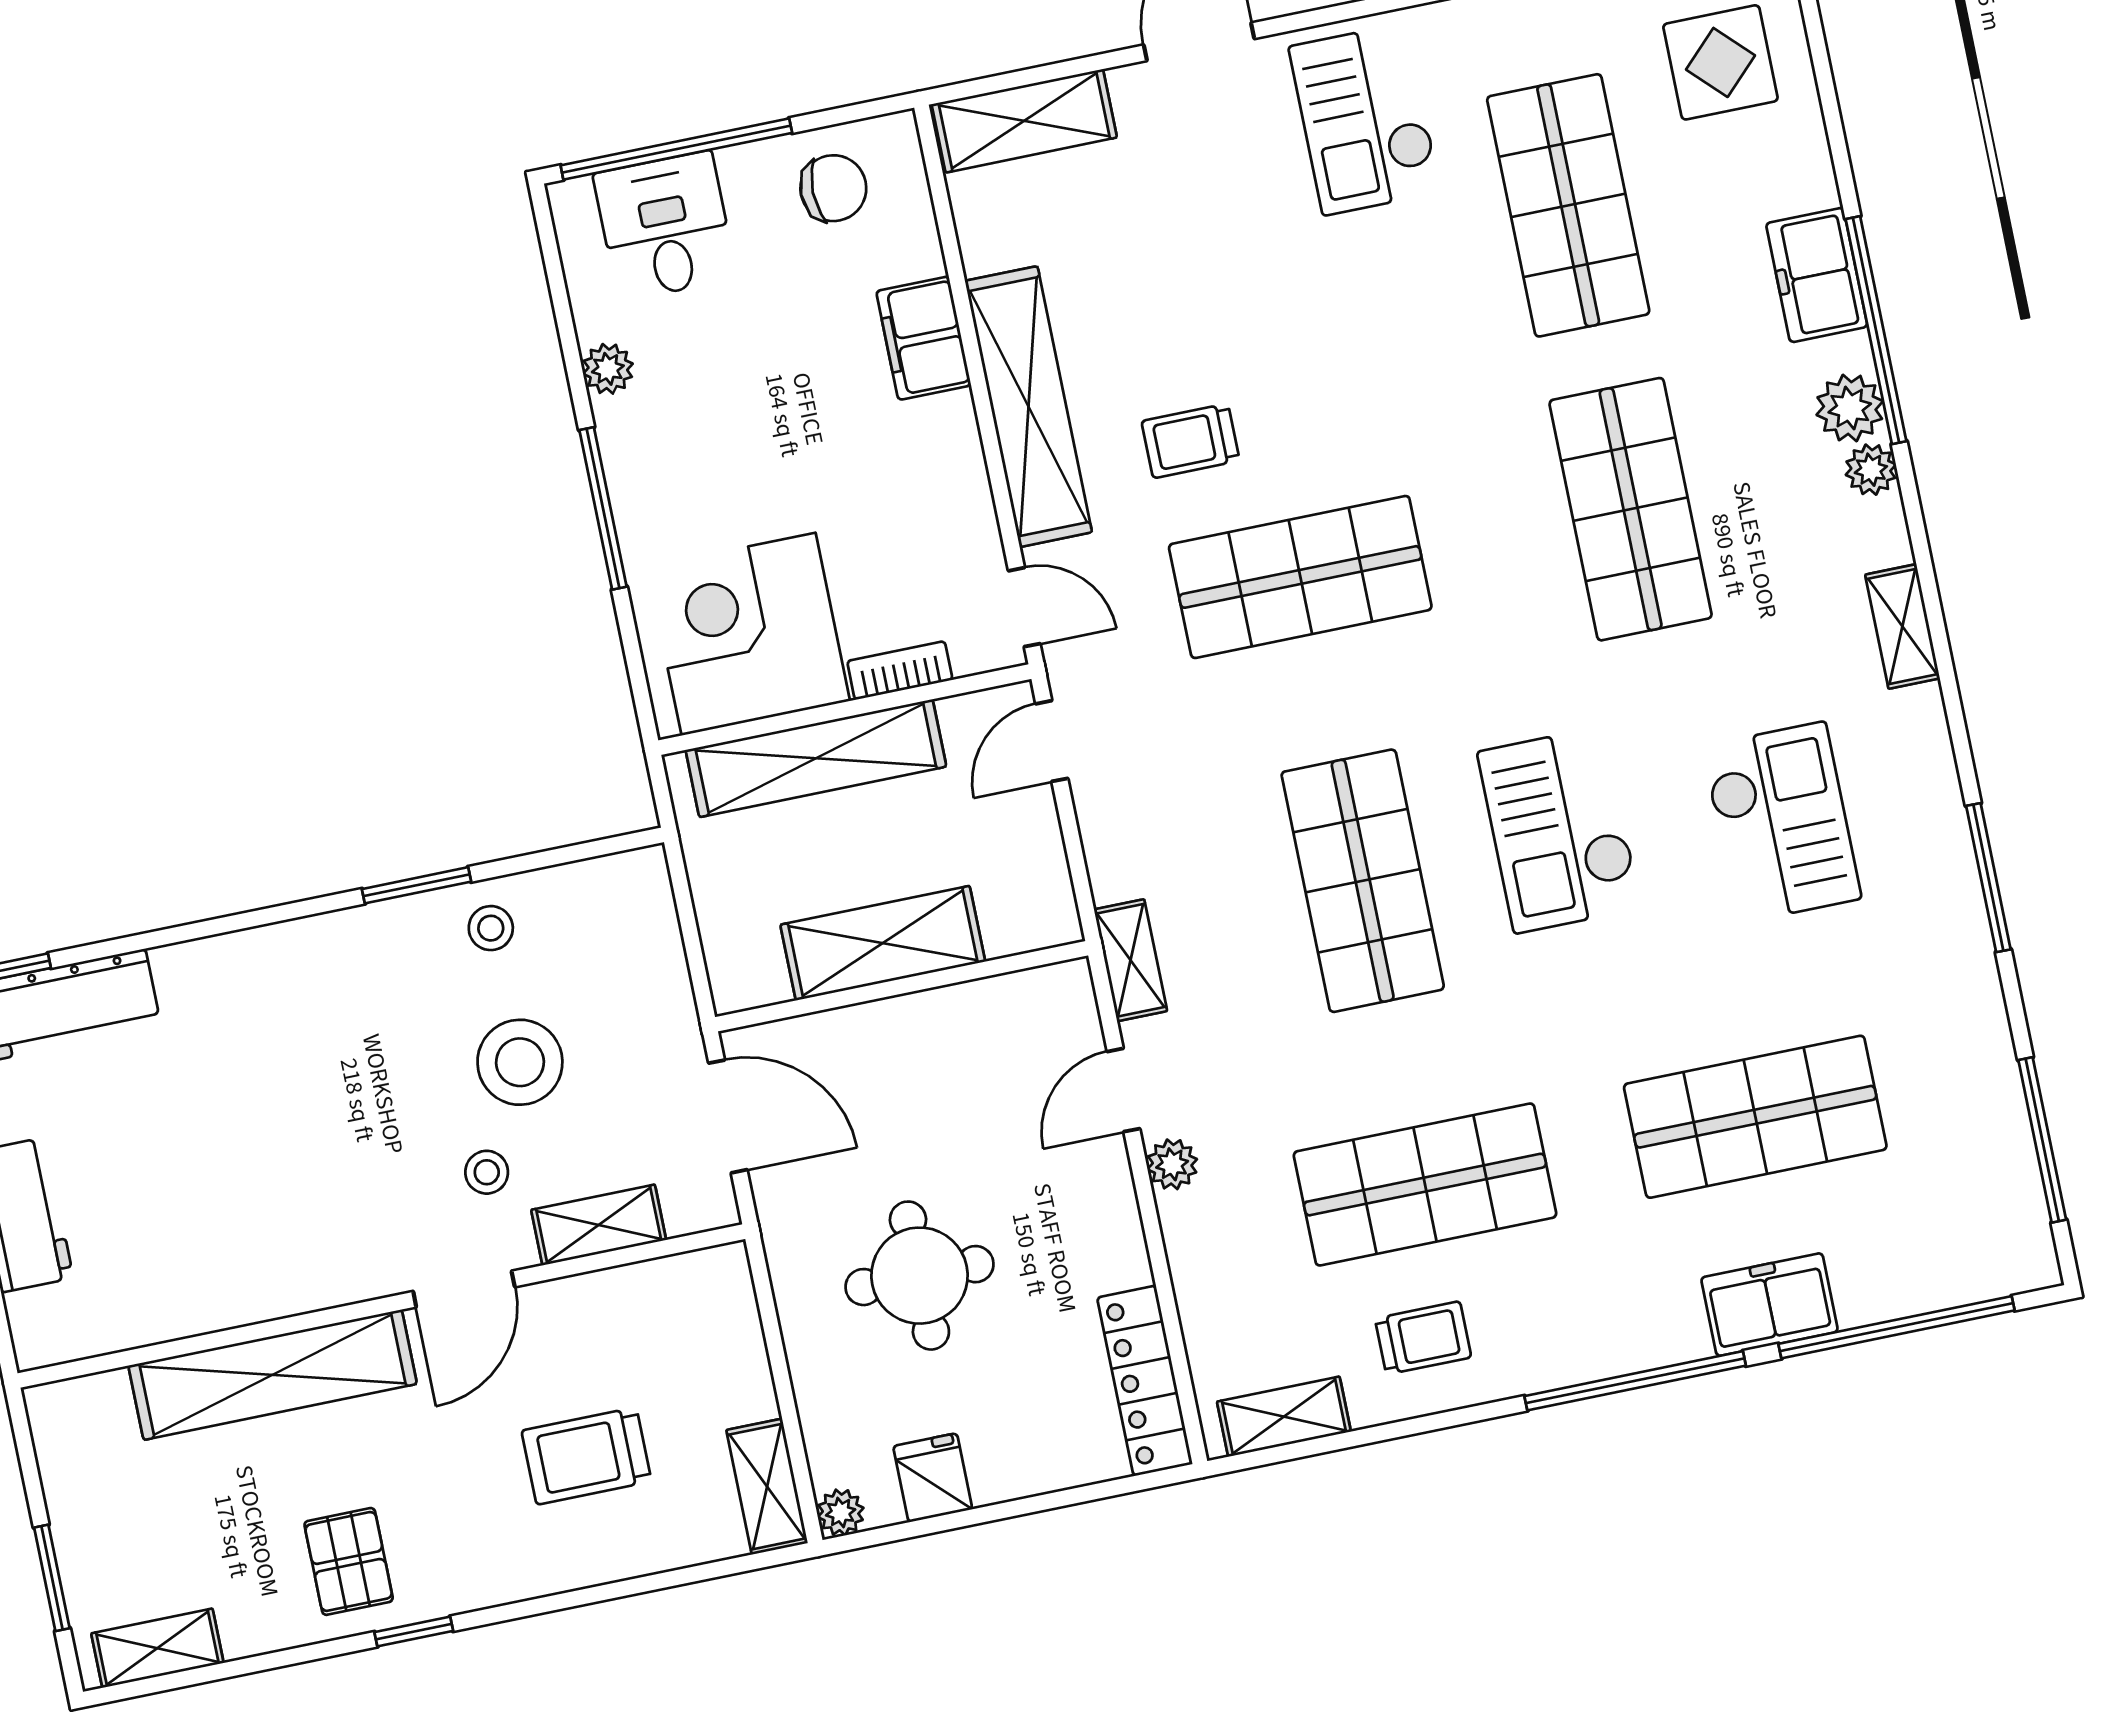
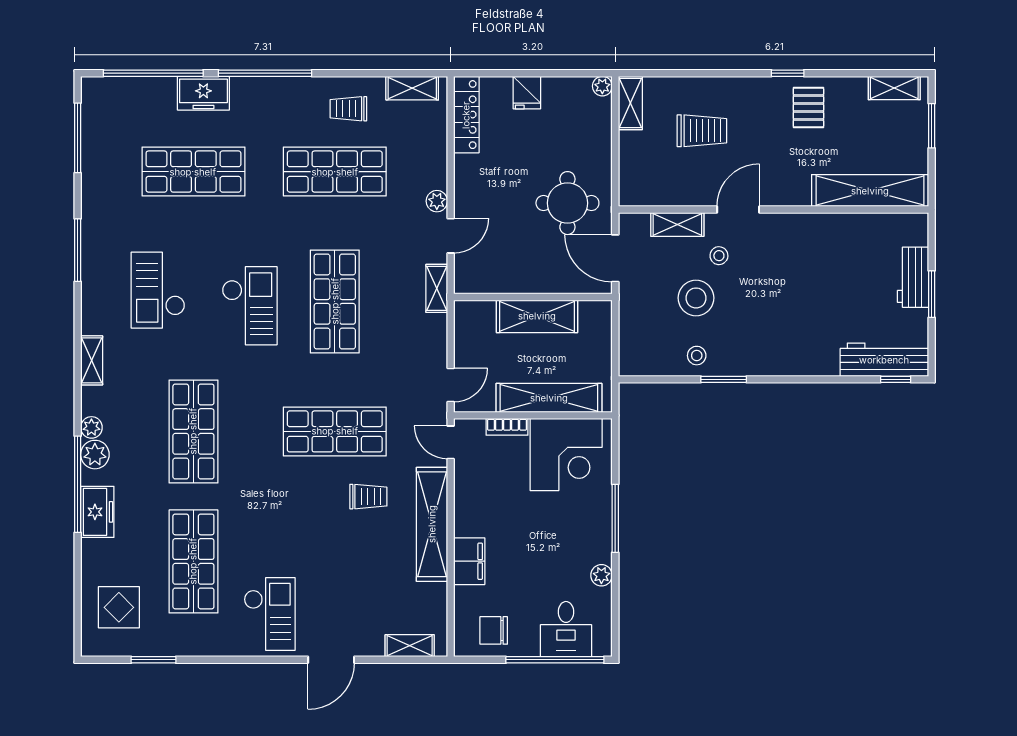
shelving: (1024, 121) -> (410, 646), width x0.67, depth x0.75
round table: (919, 1276) -> (567, 203), moved
shelving: (273, 1375) -> (870, 191), moved
fridge: (933, 1478) -> (527, 93), moved

